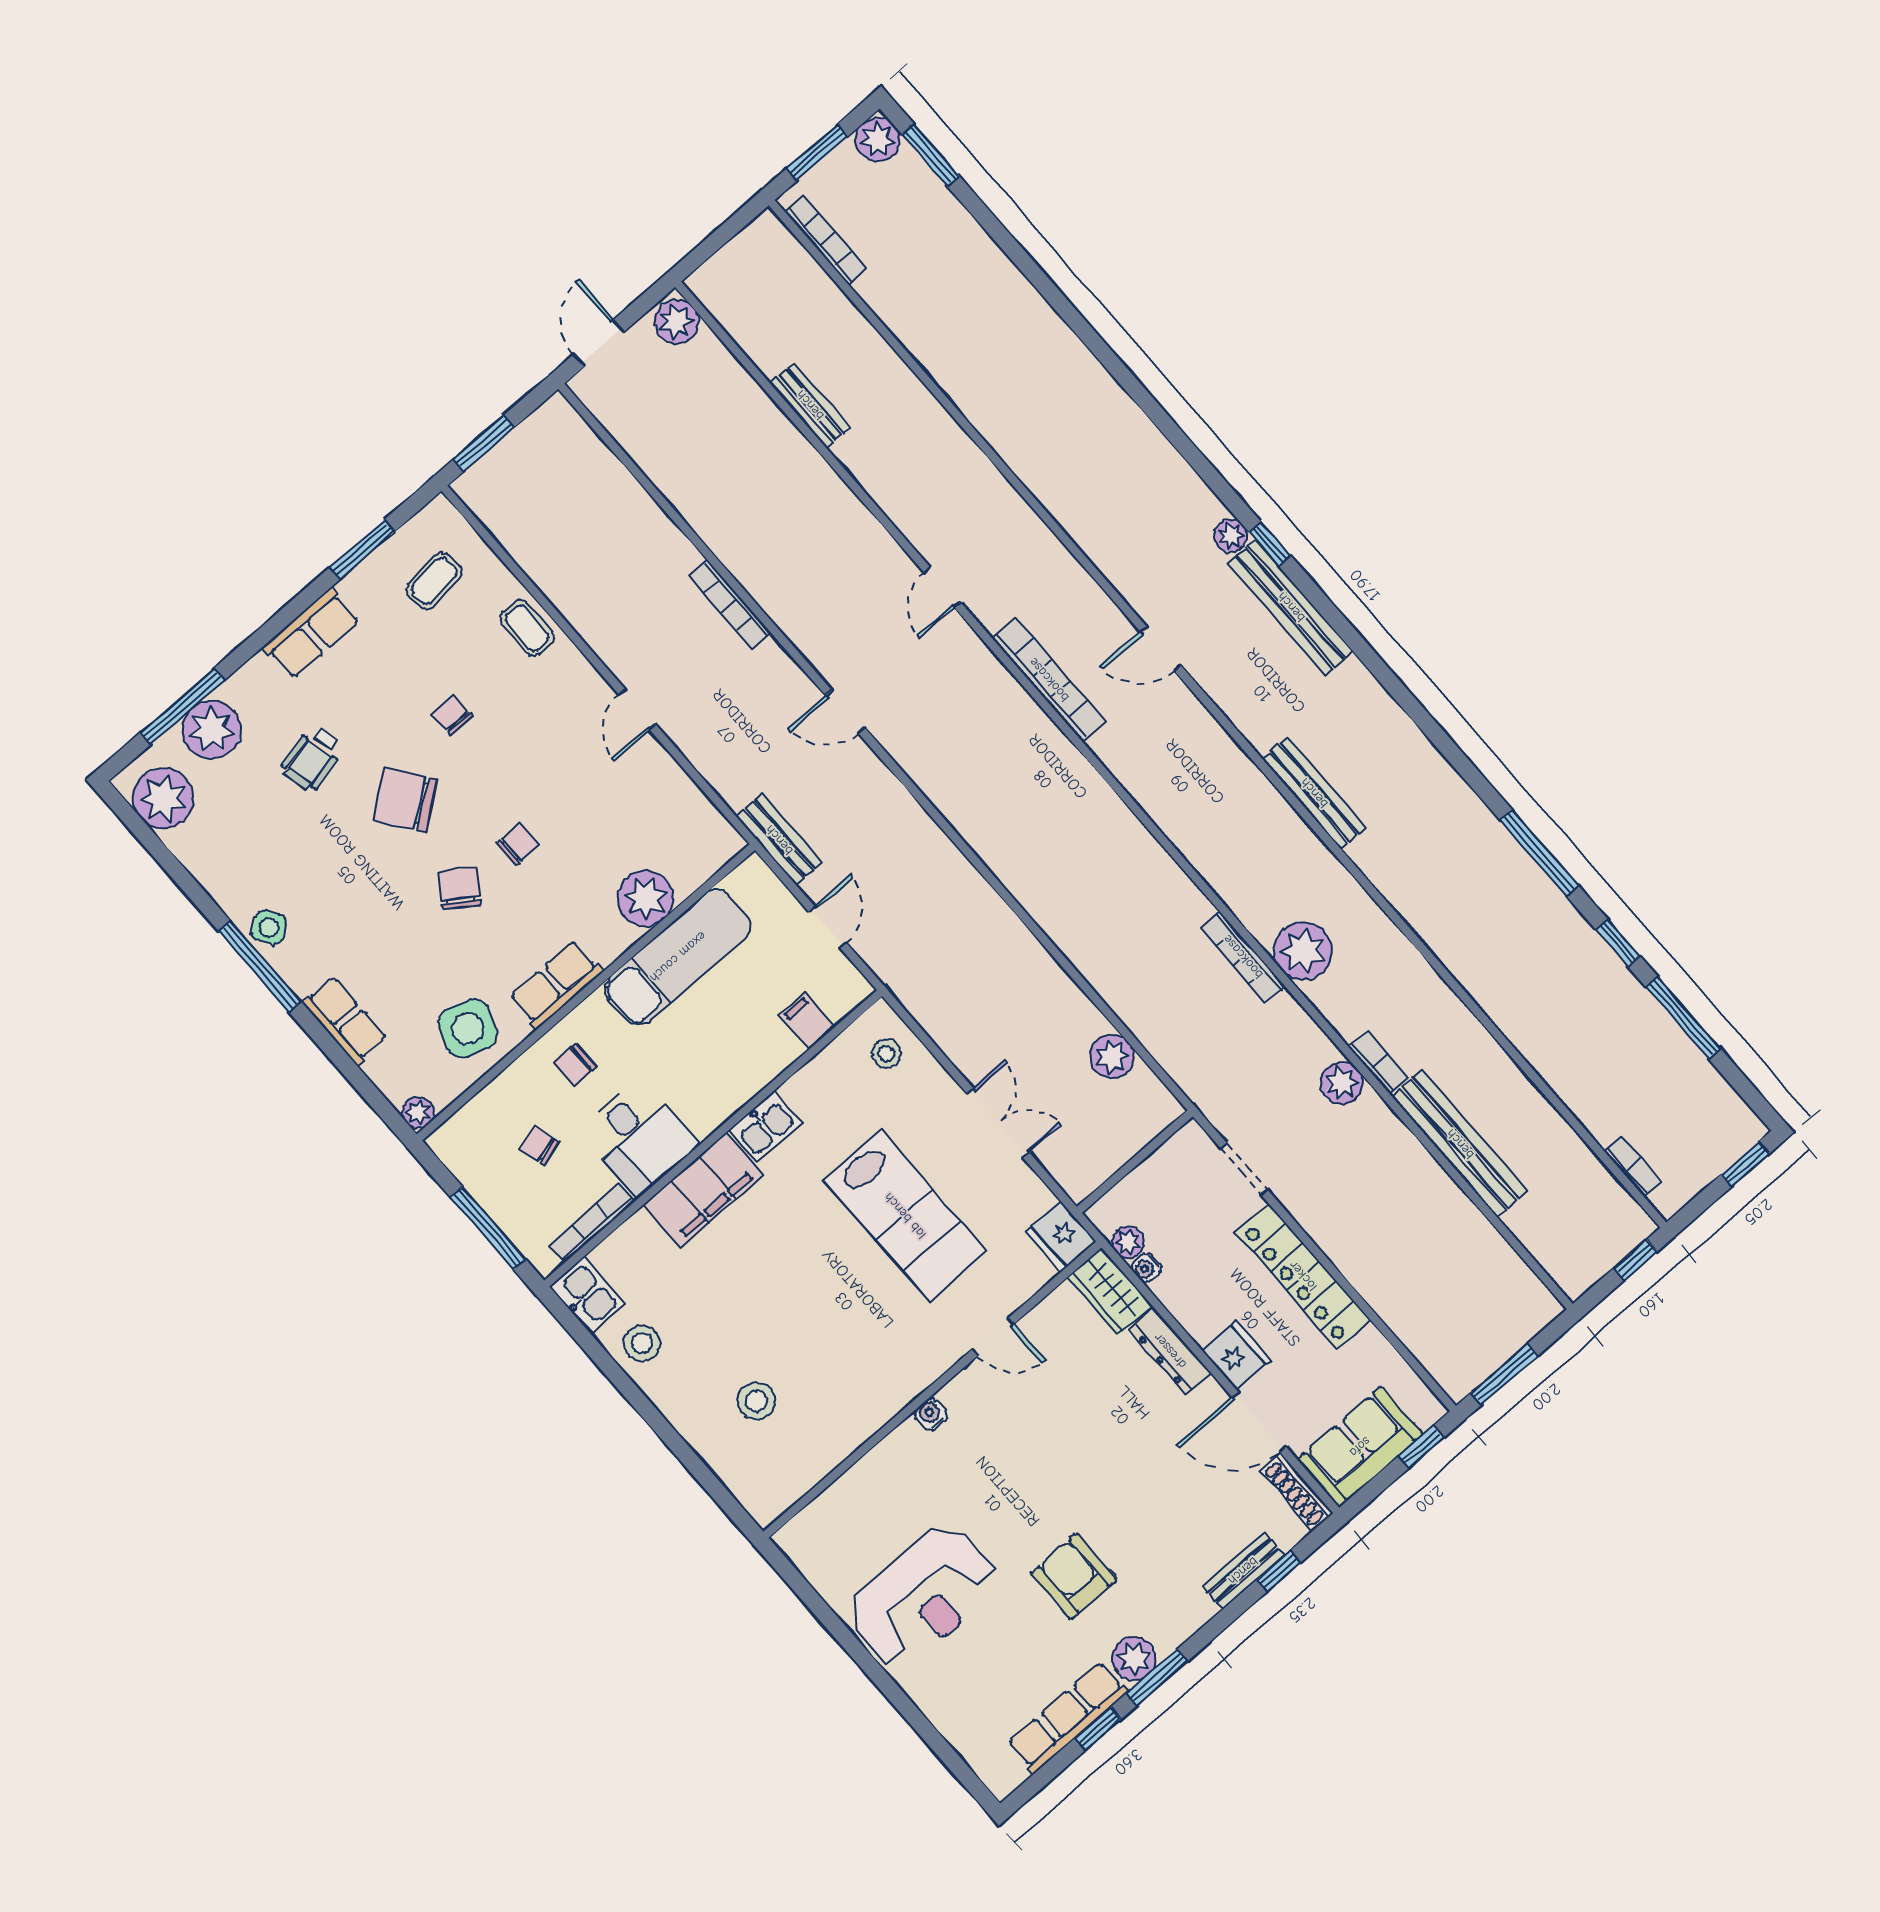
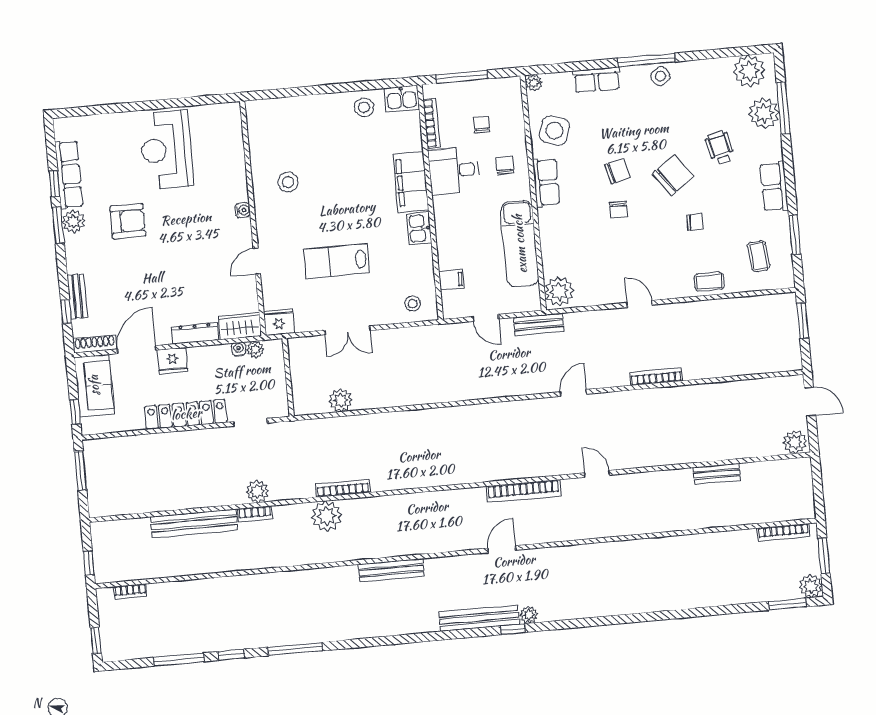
chair: (460, 889) -> (617, 171), turned -49
plant: (646, 898) -> (559, 291), moved
chair: (539, 1145) -> (482, 125), turned -73
lab bench: (905, 1216) -> (337, 261), width x0.73, depth x0.72
stool: (756, 1401) -> (288, 182), moved

